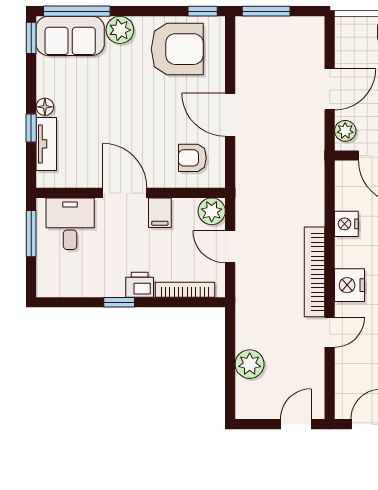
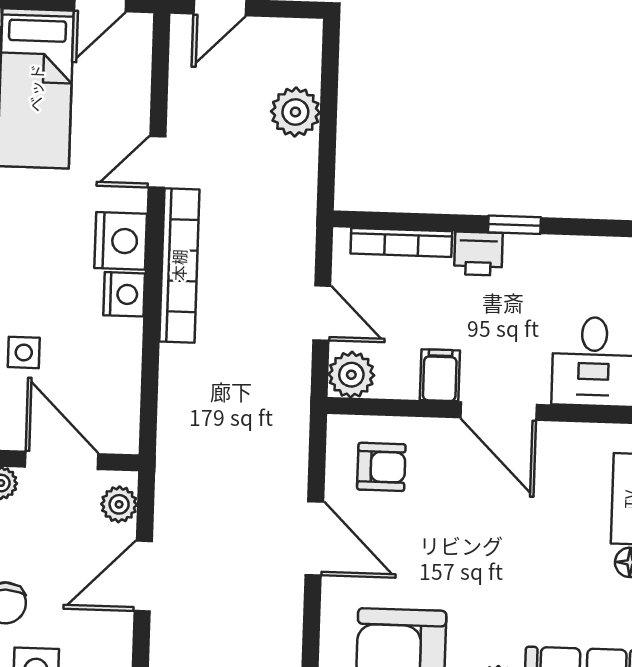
nightstand: (346, 224) -> (124, 294), moved

